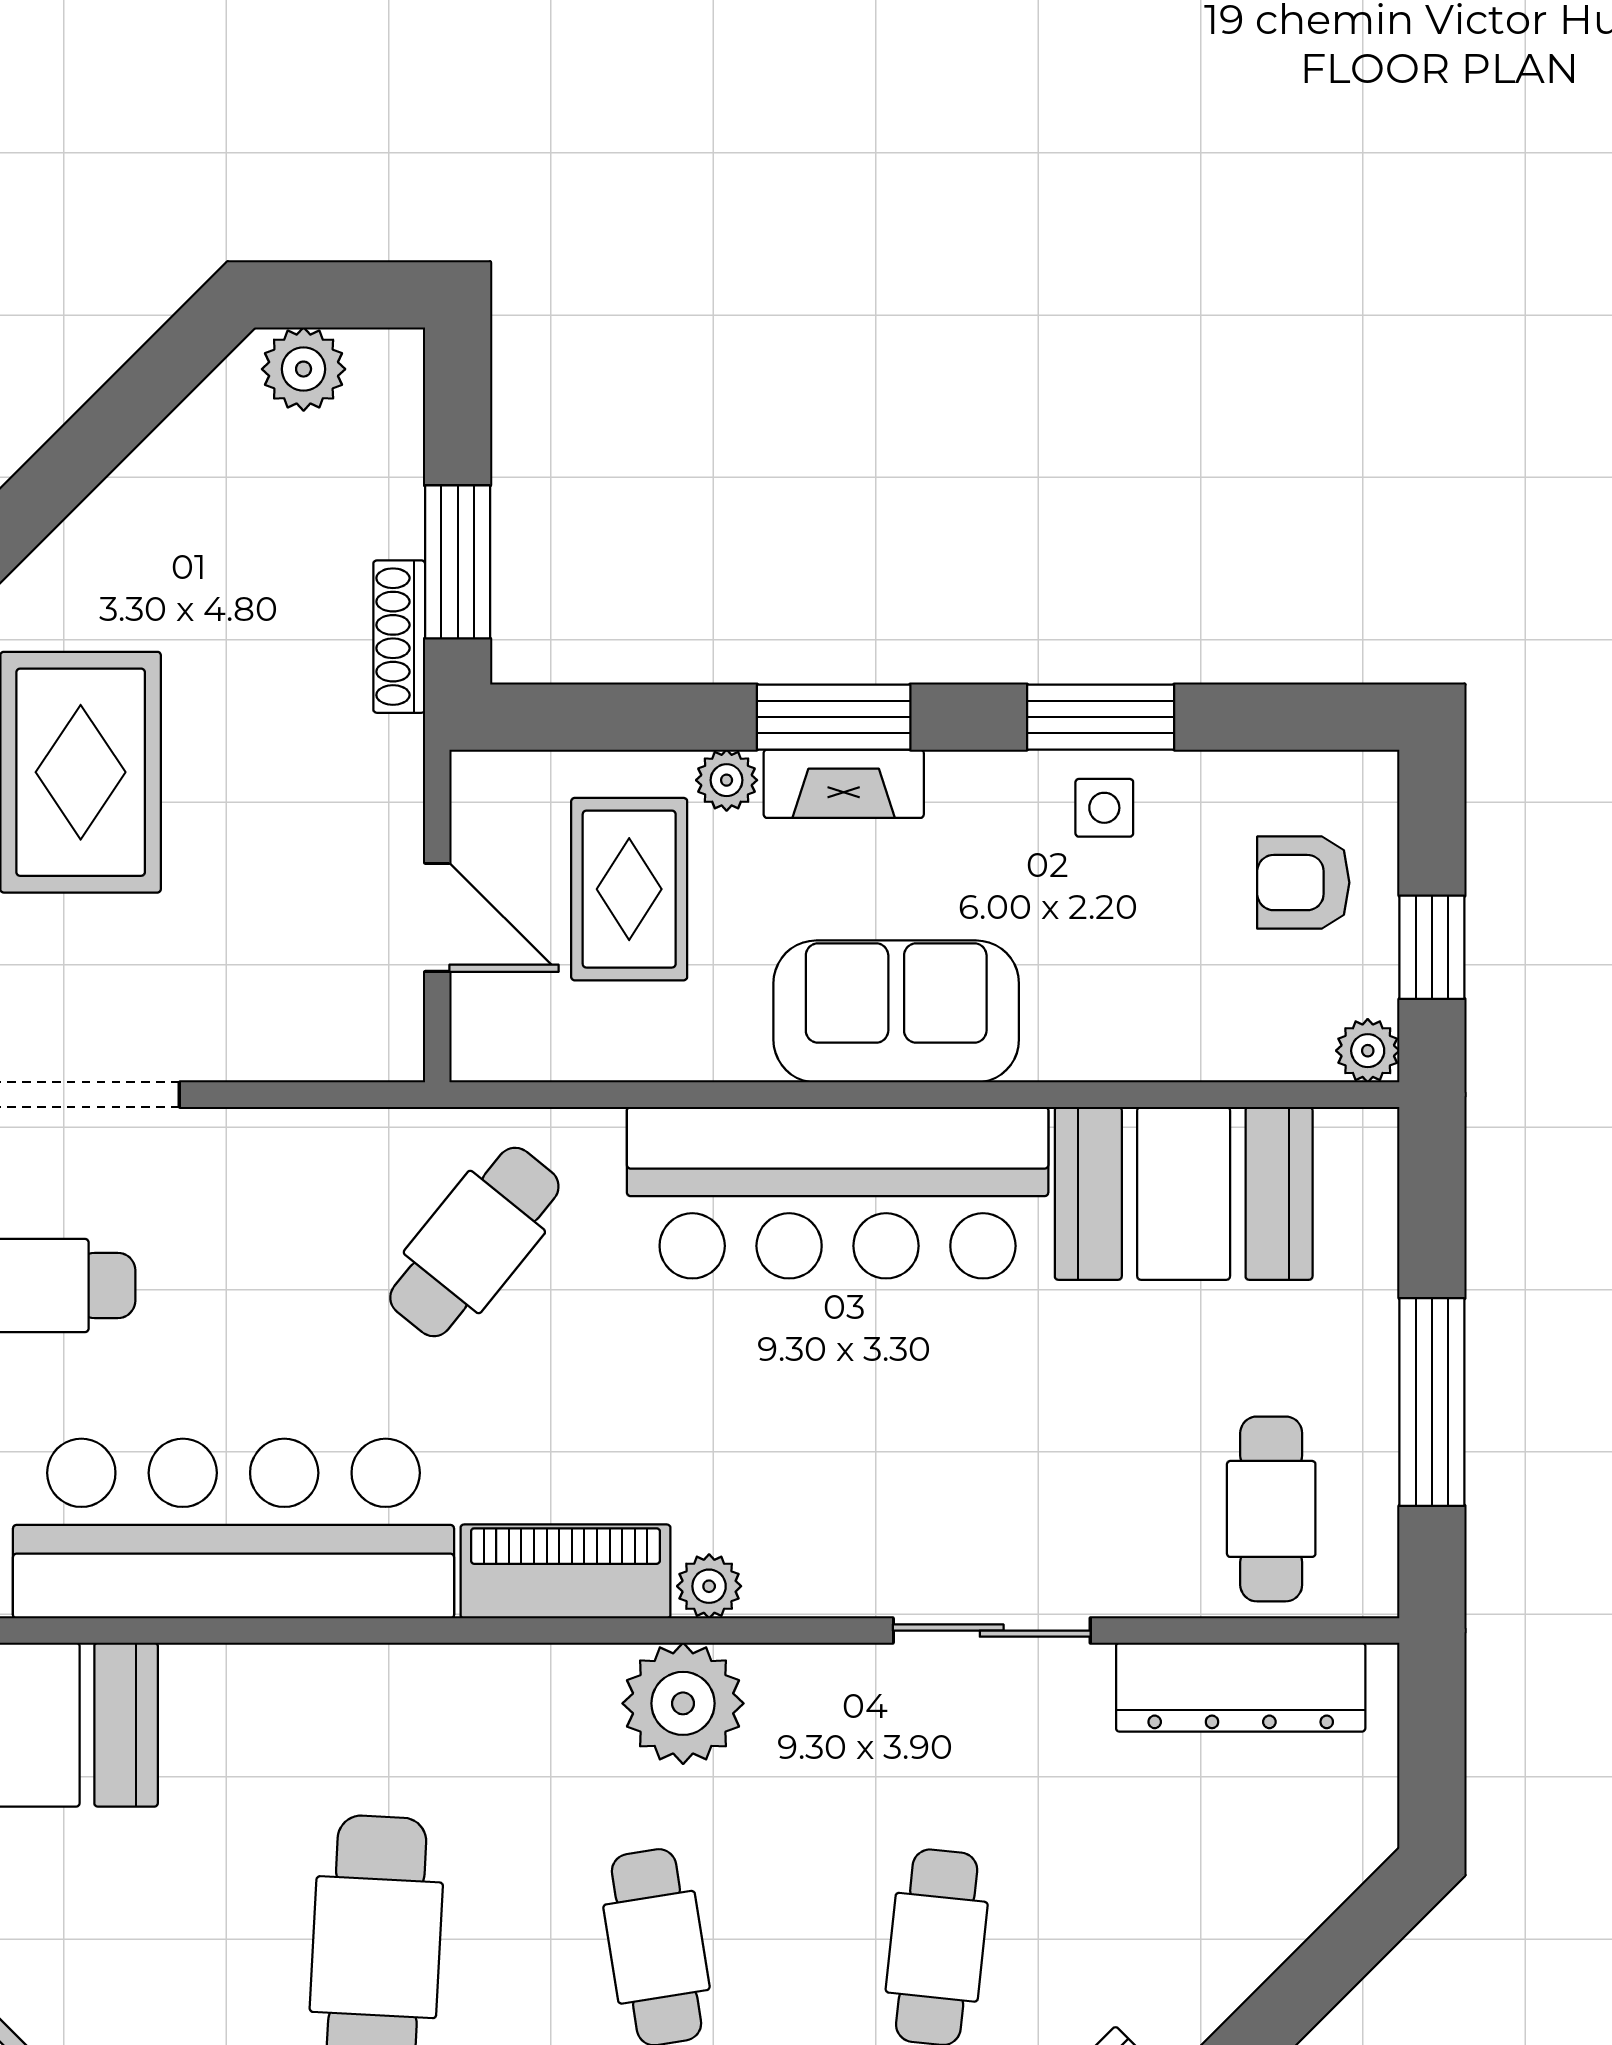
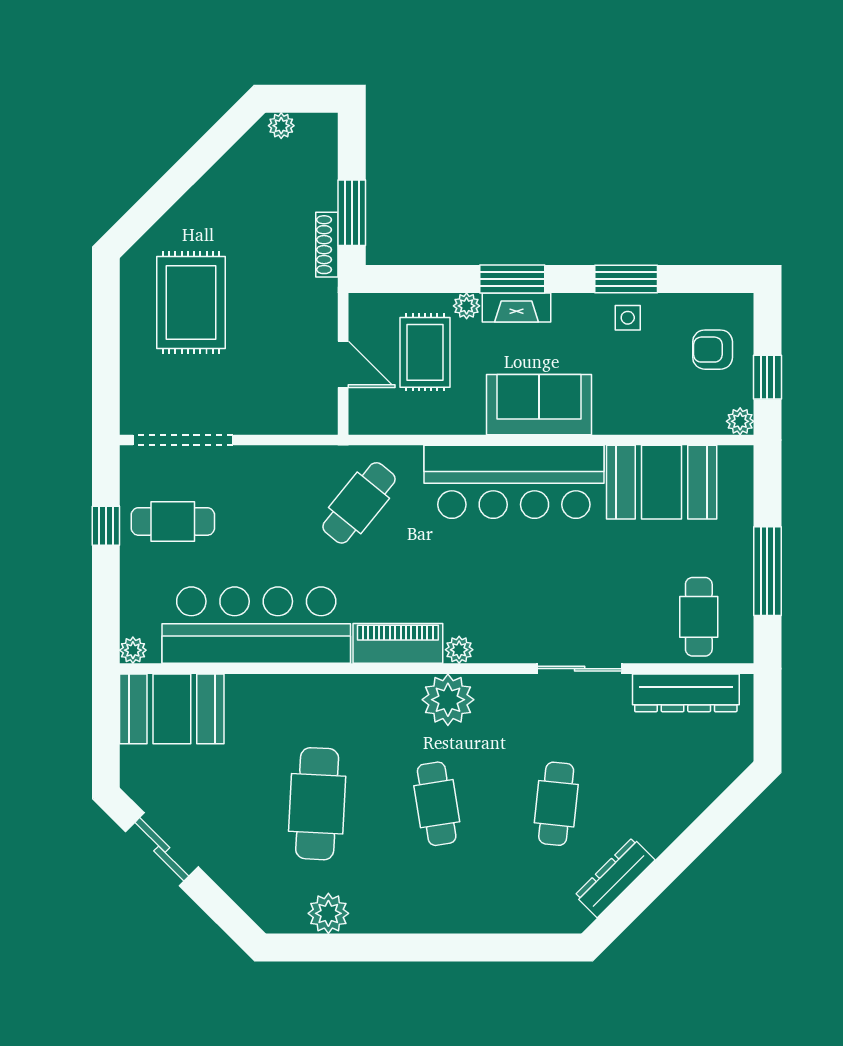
plant: (304, 369) -> (281, 126), width x0.73, depth x0.73

